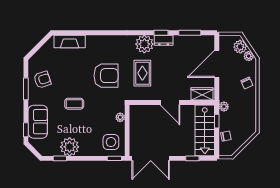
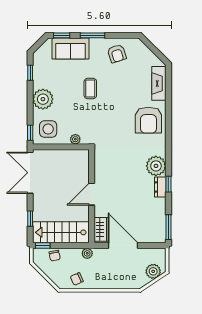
window: (190, 33) -> (168, 227), moved
plant: (249, 56) -> (143, 281), removed
door: (217, 64) -> (123, 246), moved
rug: (142, 73) -> (124, 164), removed
armchair: (106, 76) -> (148, 120), moved
chair: (247, 83) -> (77, 279), moved
window: (26, 89) -> (92, 35), moved
window: (217, 121) -> (43, 246), moved
plant: (70, 147) -> (43, 99), moved

